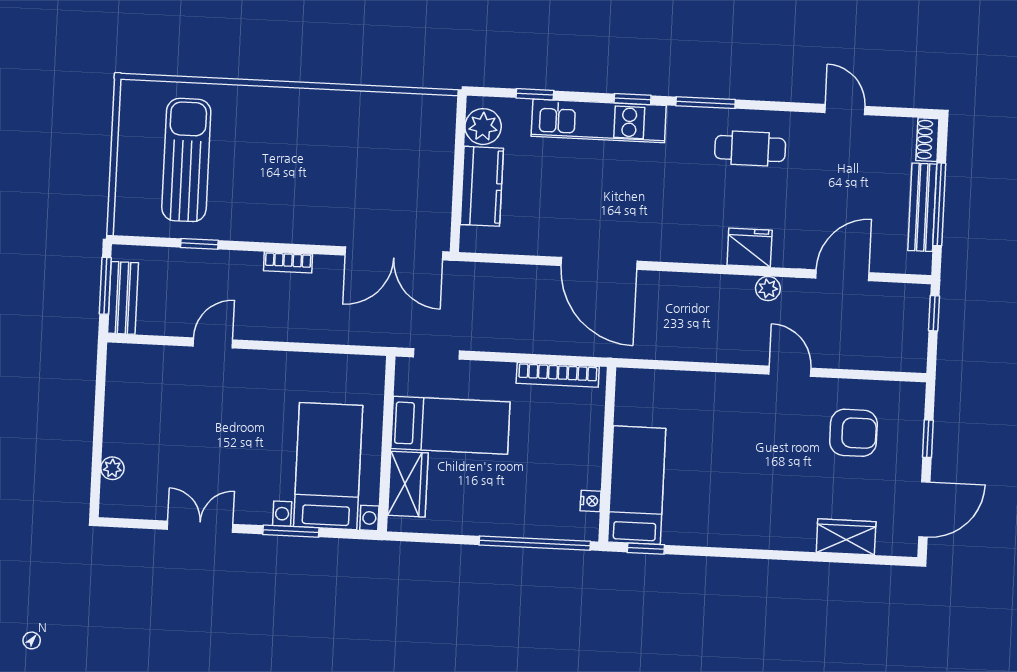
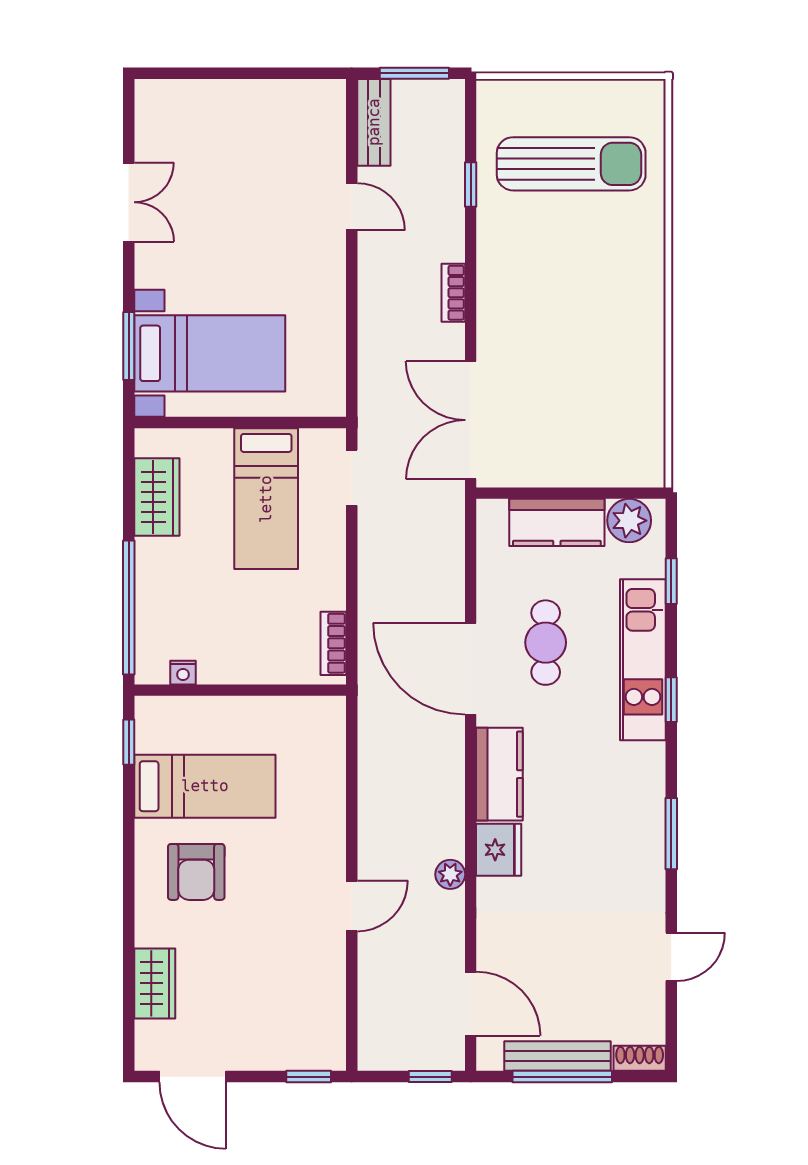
window: (706, 103) -> (671, 834), moved
cafe table: (750, 149) -> (546, 643), moved
kitchen counter: (687, 244) -> (499, 774), added
door: (599, 263) -> (471, 669), hinge flipped
door: (842, 275) -> (471, 1004), moved
bench: (123, 298) -> (374, 122), moved, turned 90
bookcase: (558, 375) -> (333, 643), width x0.64
armchair: (853, 433) -> (196, 872), moved
window: (928, 439) -> (309, 1077), moved
plant: (112, 468) -> (194, 93), removed
wardrobe: (408, 484) -> (157, 497), moved, turned -90
bed: (637, 485) -> (205, 786), moved
window: (291, 531) -> (129, 346), moved

